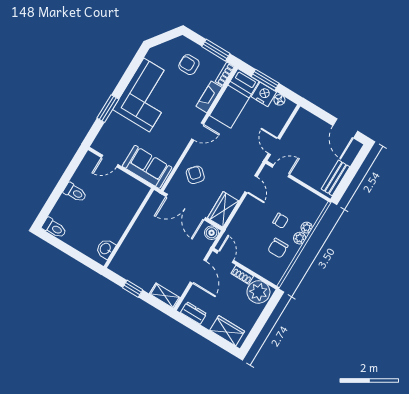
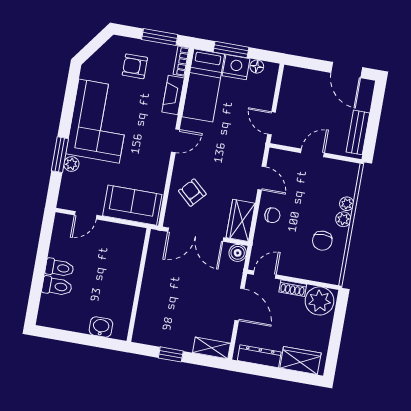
plant: (114, 119) -> (71, 164), added
door: (281, 171) -> (312, 153), moved
chair: (281, 221) -> (272, 215), moved
toilet: (54, 228) -> (57, 286), moved
washbasin: (106, 249) -> (101, 327), moved, turned 90
door: (225, 257) -> (265, 275), hinge flipped
dresser: (194, 313) -> (259, 356), width x1.44

